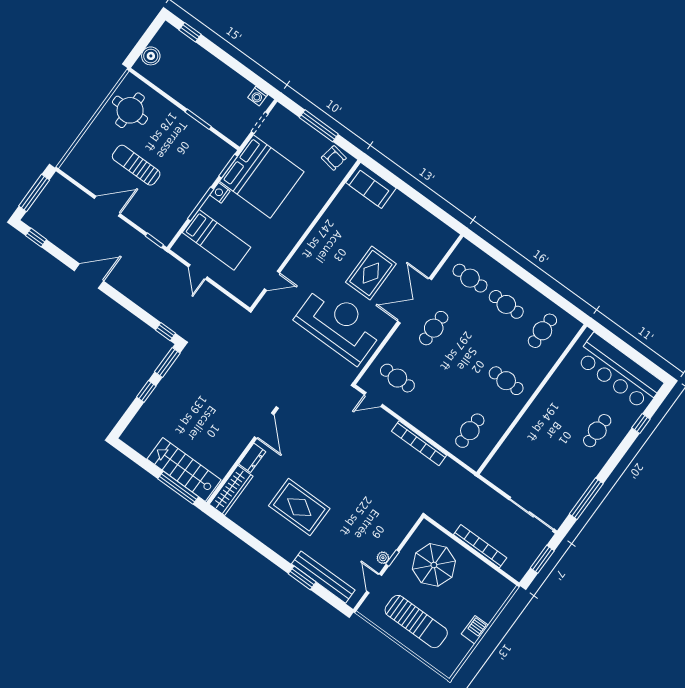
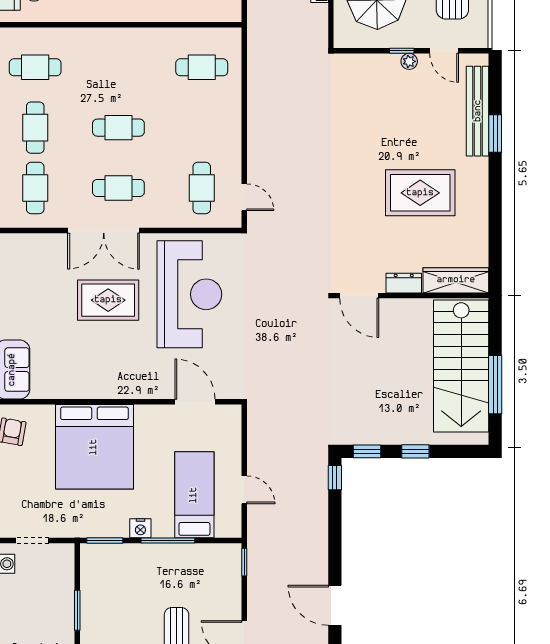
bed: (262, 176) -> (94, 447), moved, turned 180
door: (198, 272) -> (244, 490), hinge flipped
door: (272, 281) -> (195, 402), width x1.38
reception desk: (339, 324) -> (189, 294), turned 180
window: (167, 362) -> (367, 451), width x0.67
cafe table: (506, 381) -> (118, 128), moved, turned 90
door: (264, 426) -> (359, 296), swing flipped
bookcase: (419, 443) -> (256, 113), removed
stairs: (184, 469) -> (461, 366), width x1.36, depth x1.51
window: (178, 488) -> (495, 385), moved
rug: (299, 507) -> (420, 193), turned 90
door: (374, 583) -> (444, 51), hinge flipped

